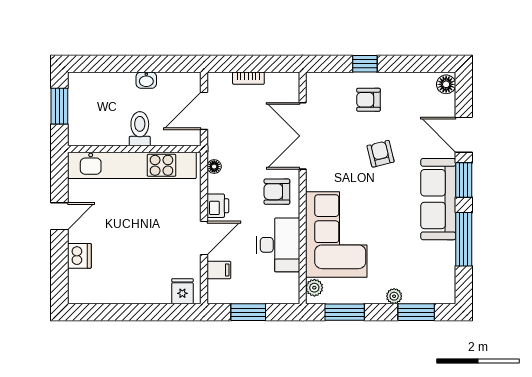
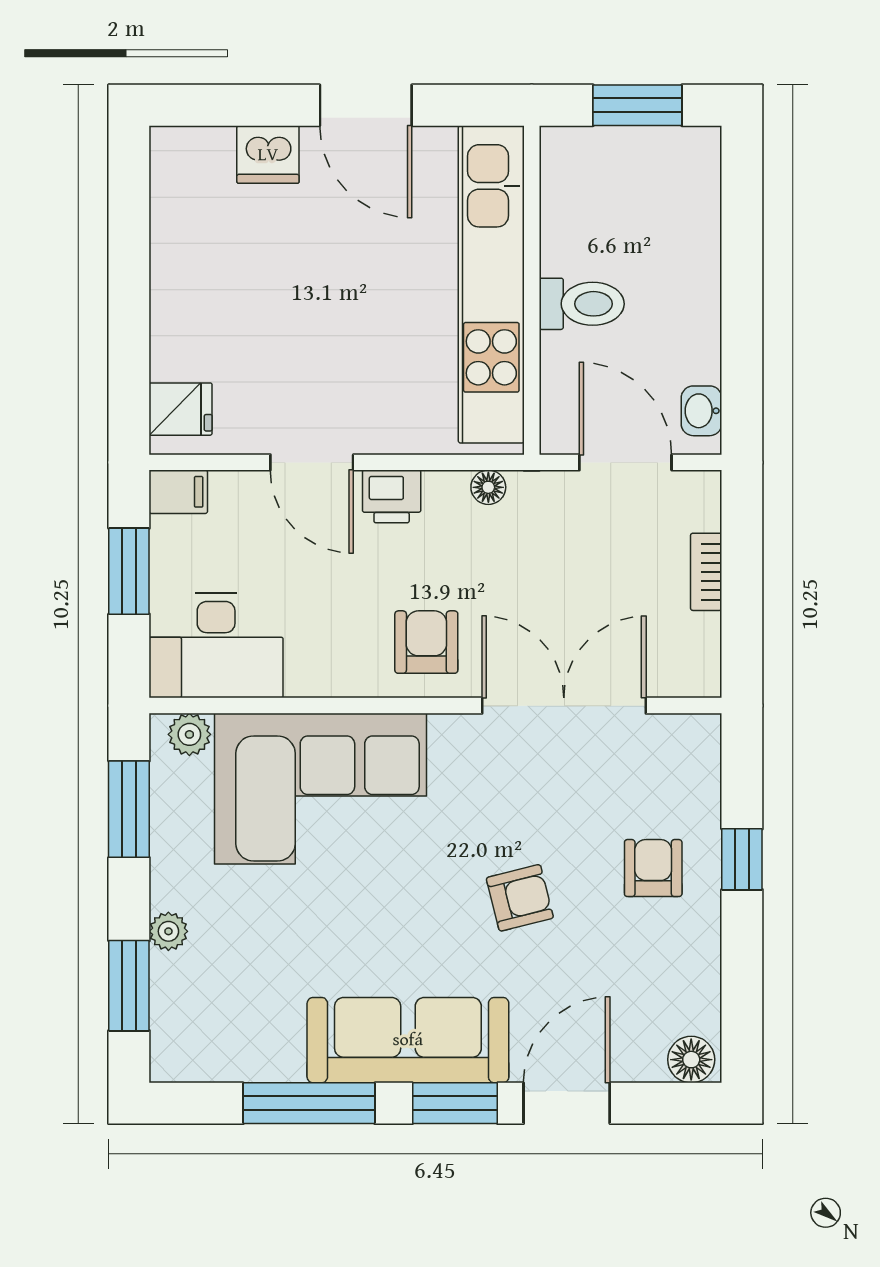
washbasin: (146, 80) -> (701, 411), moved
door: (59, 216) -> (366, 105), width x1.38
desk: (278, 245) -> (216, 645), moved
filing cabinet: (219, 270) -> (178, 492), moved, turned -90

